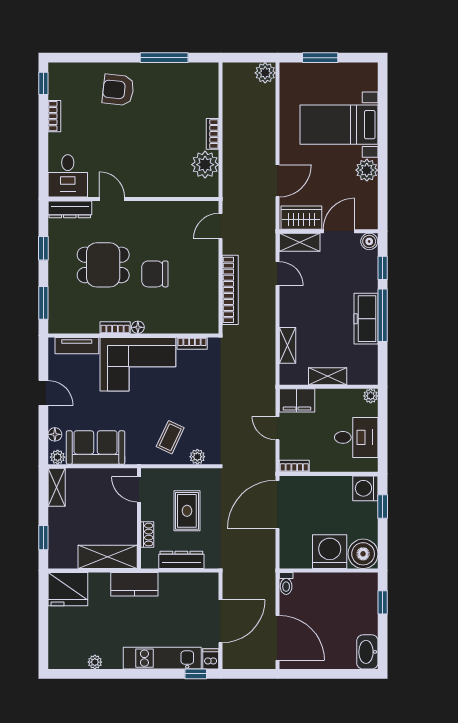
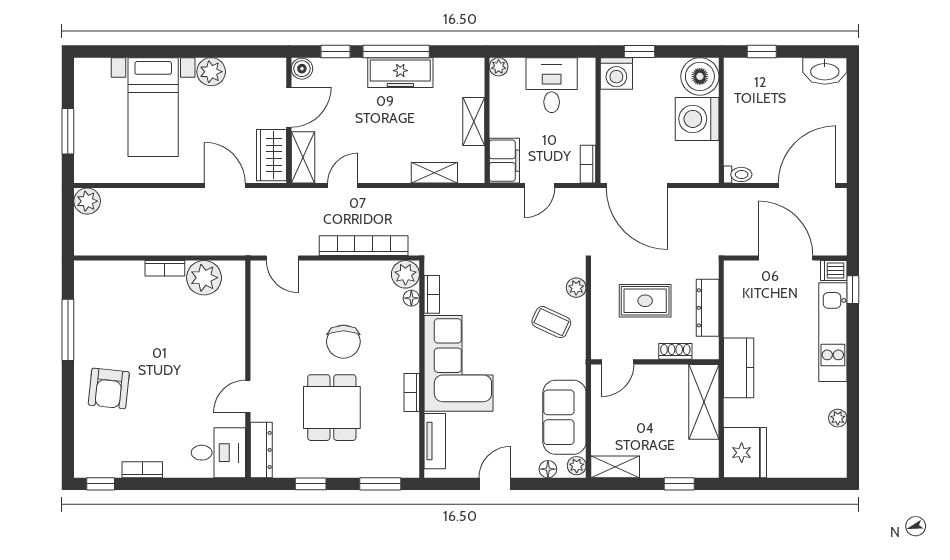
door: (339, 231) -> (289, 107), swing flipped
plant: (208, 323) -> (405, 274), added
floor lamp: (138, 327) -> (411, 298), moved

